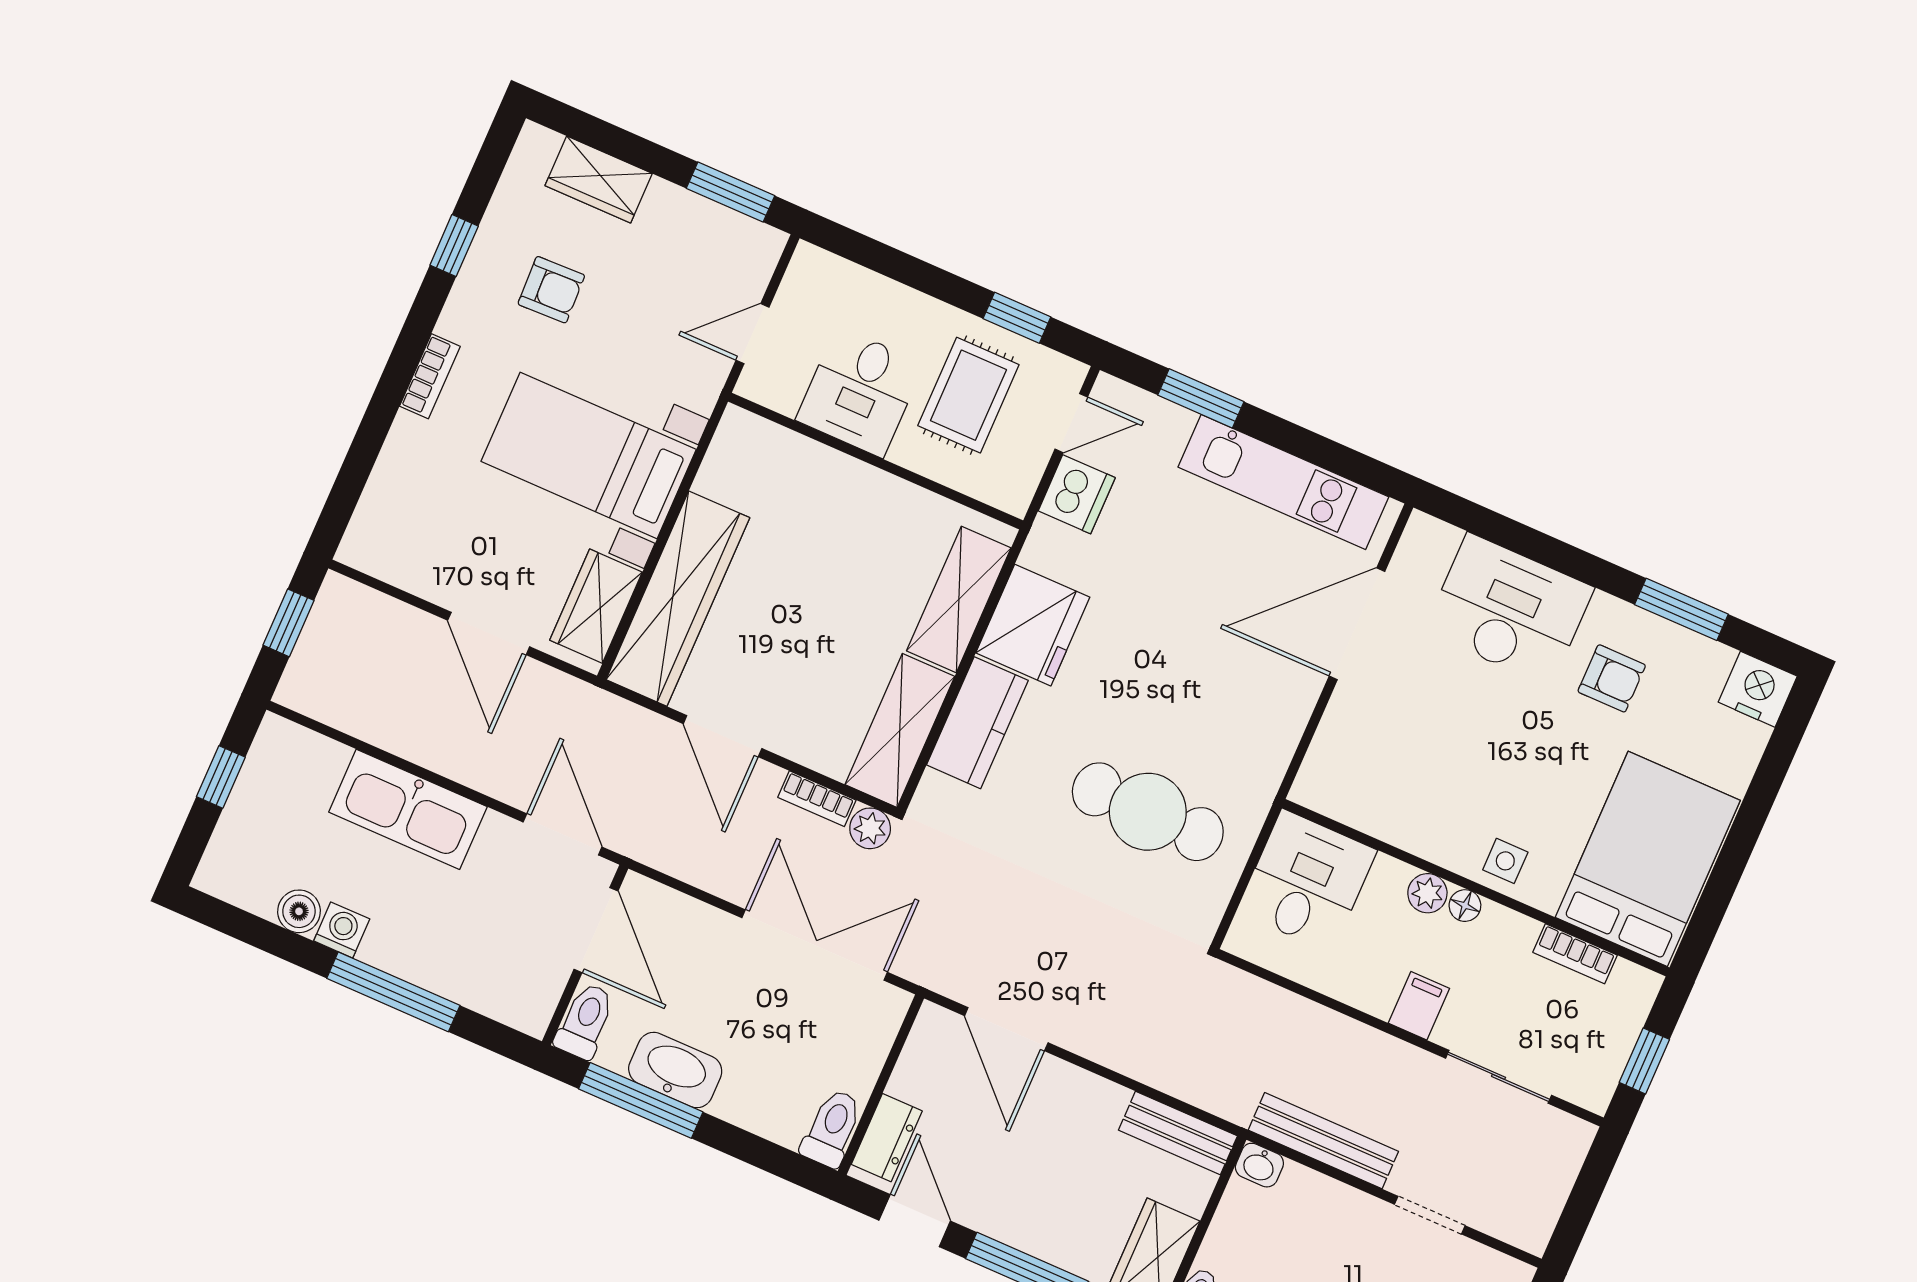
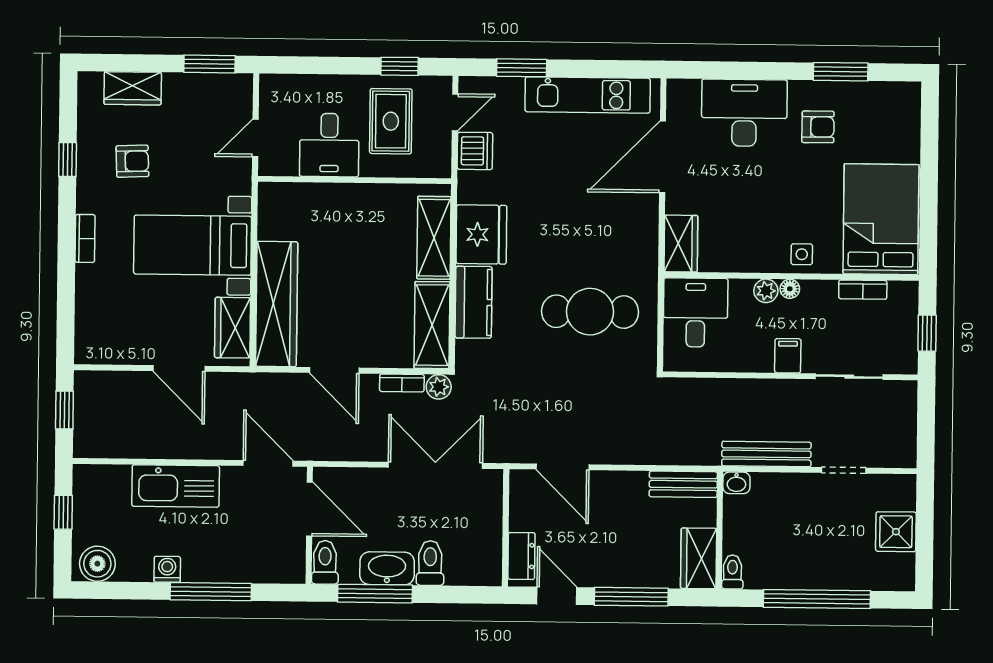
nightstand: (1758, 689) -> (902, 98), removed
wardrobe: (1329, 767) -> (681, 244), added
boiler: (299, 911) -> (97, 564), moved, width x1.36, depth x1.36
toilet: (832, 1128) -> (430, 563), moved

